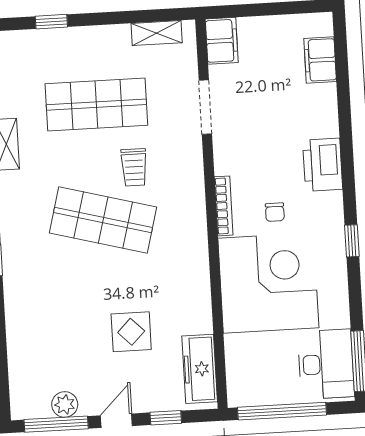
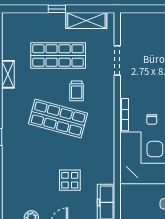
window: (51, 22) -> (57, 9), moved
shelving: (157, 33) -> (86, 20), width x1.50, depth x1.33
filing cabinet: (222, 41) -> (128, 25), removed

